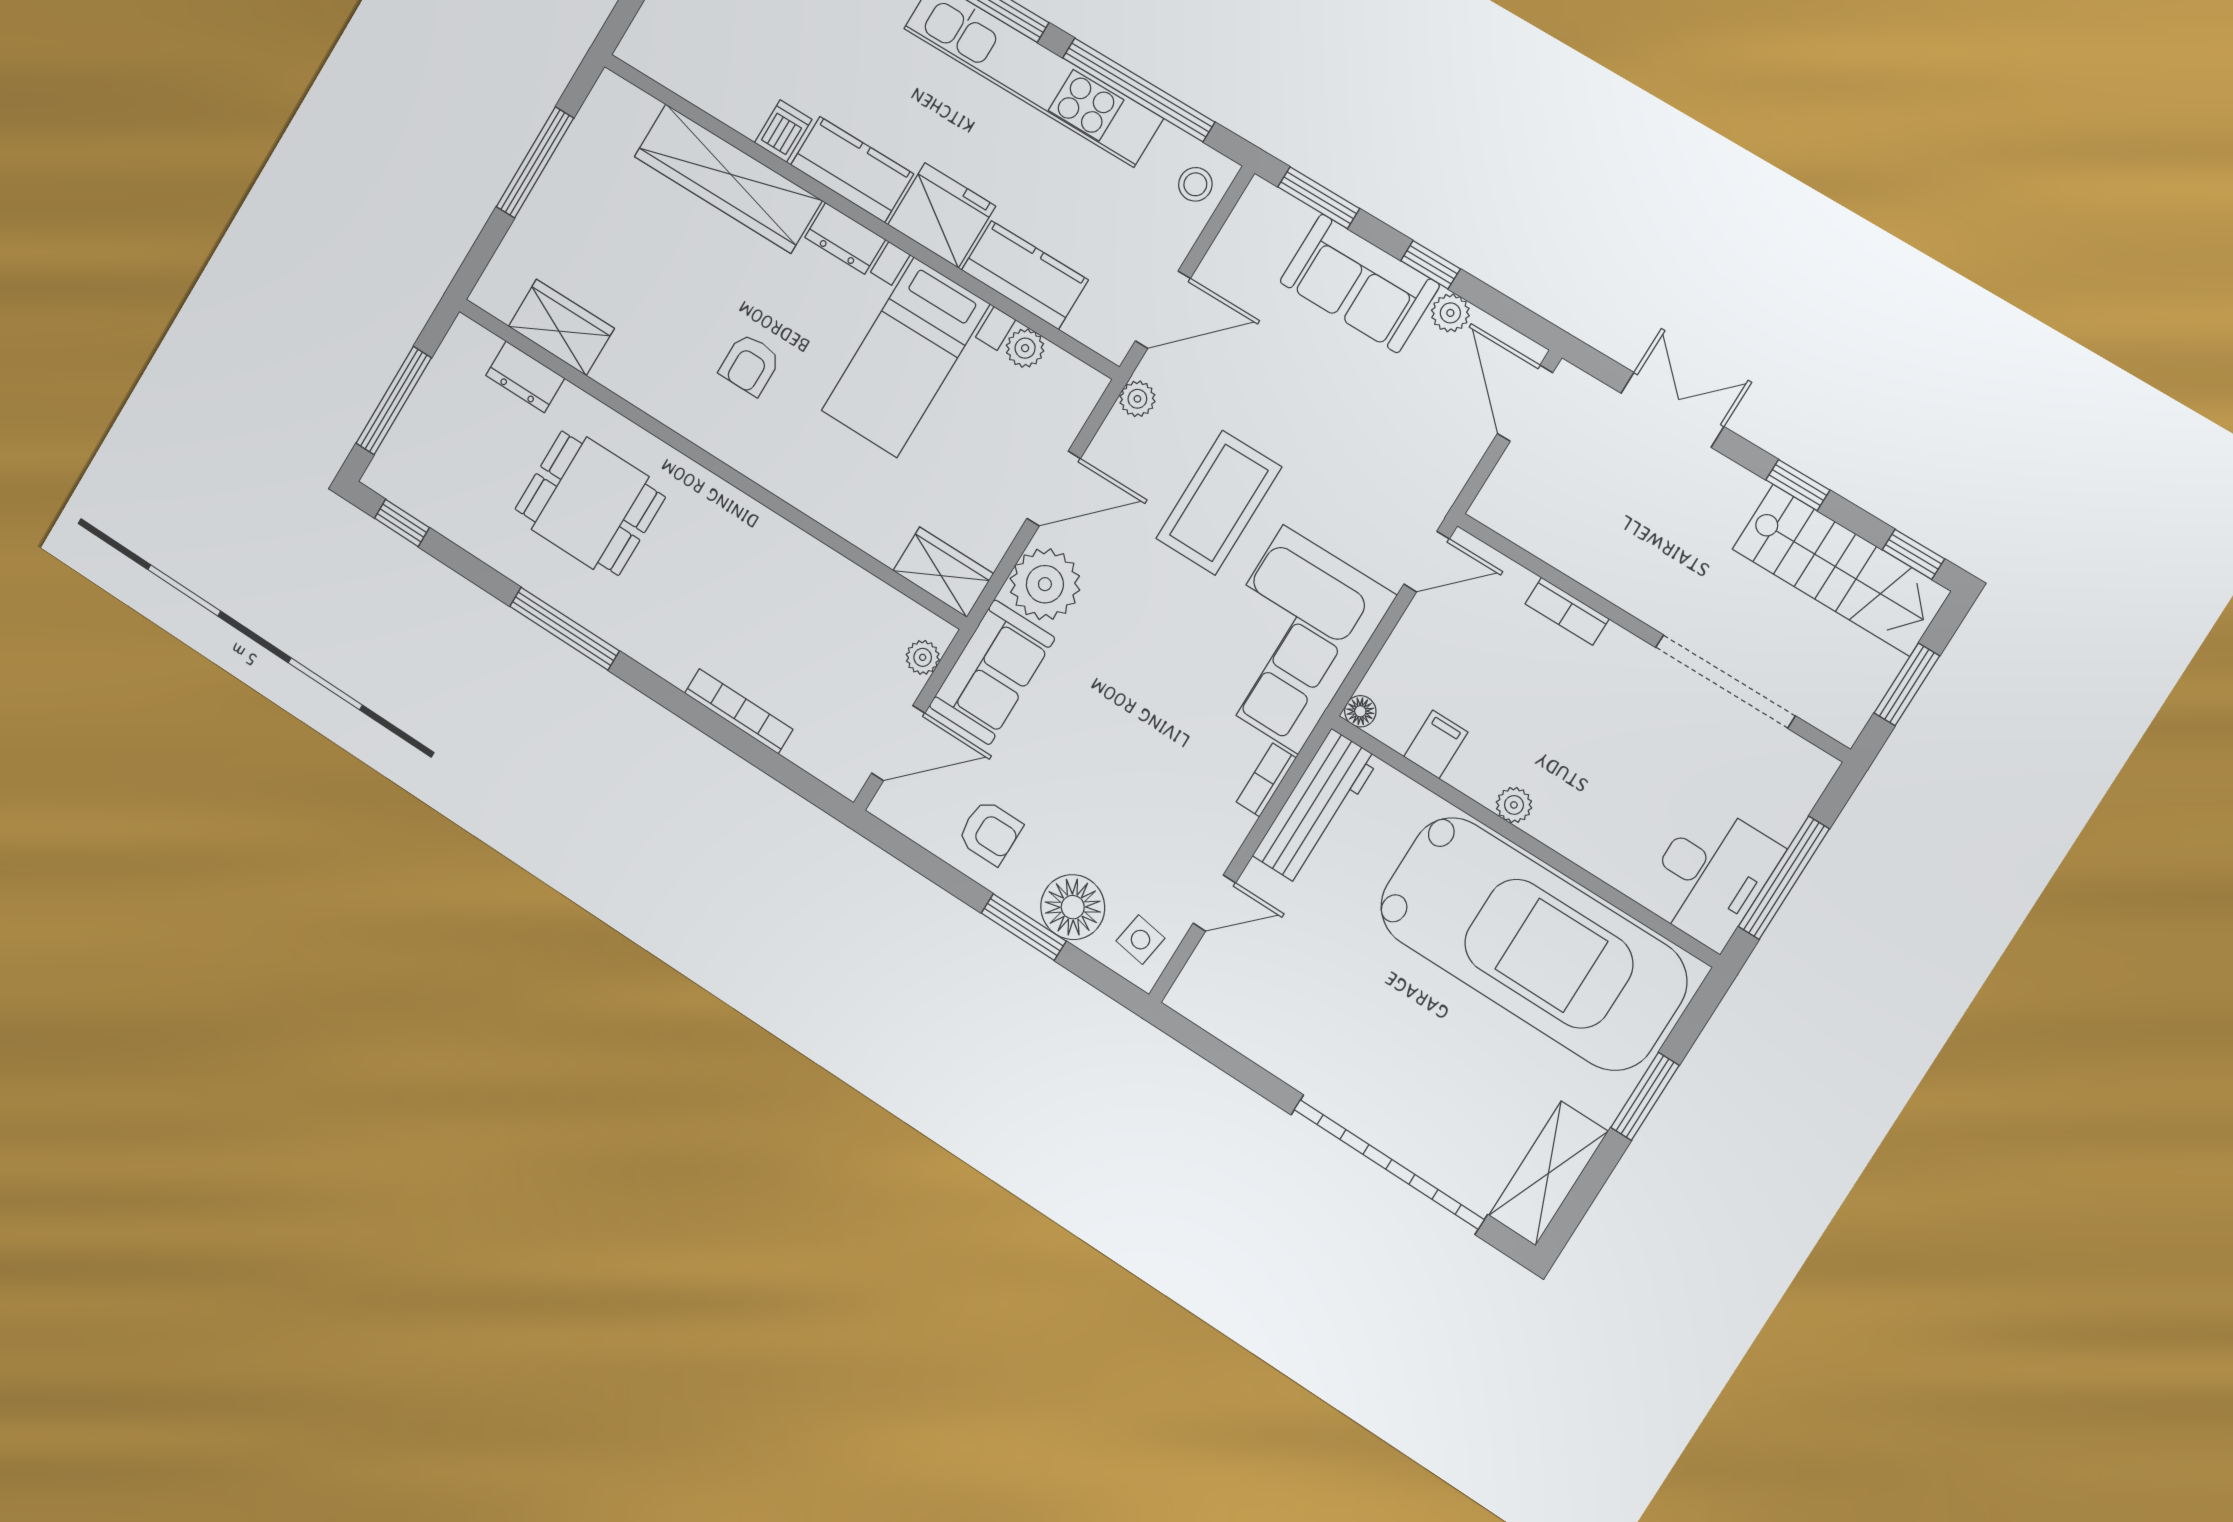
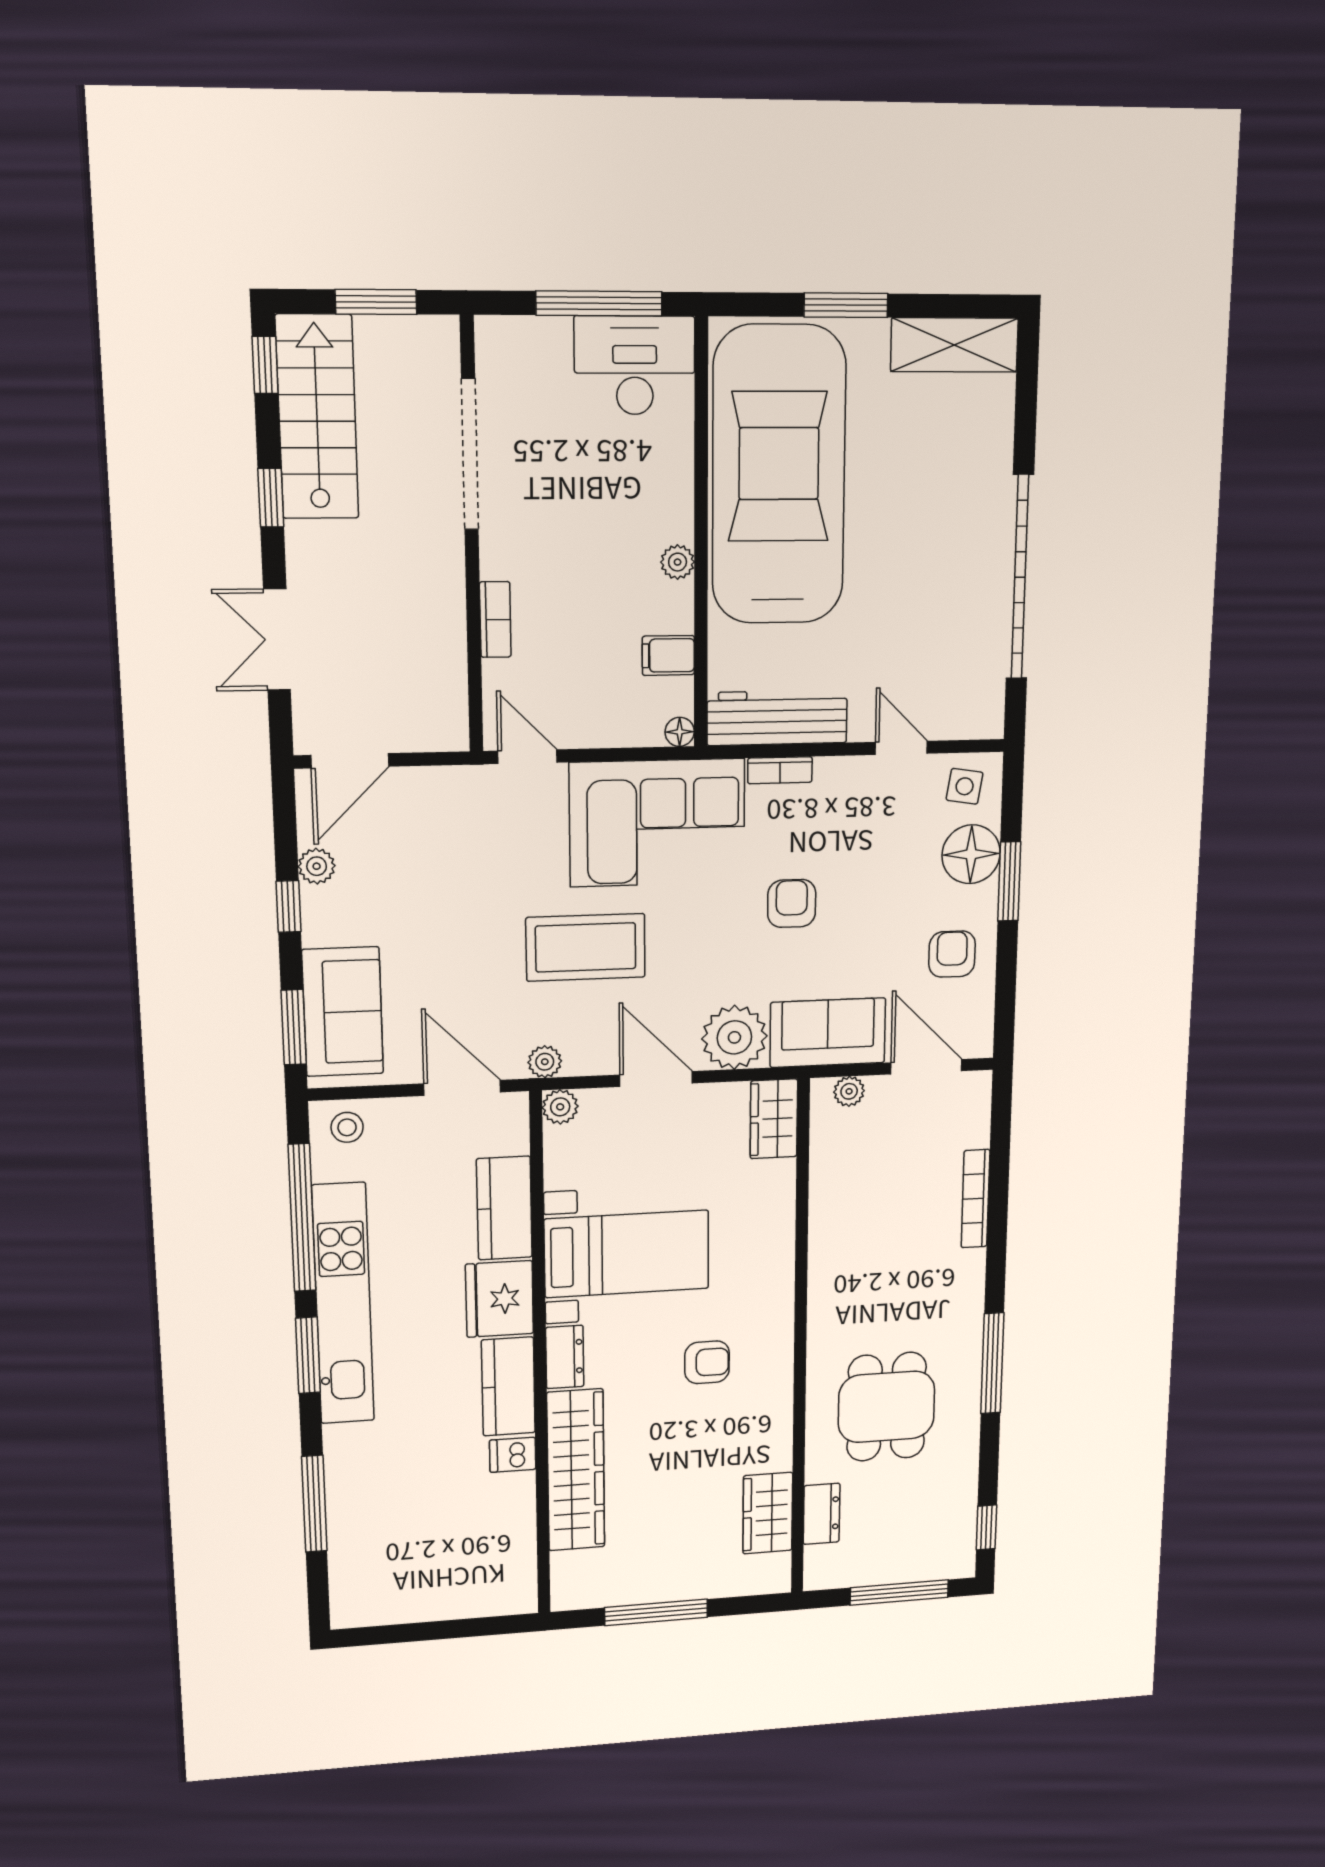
sofa: (1360, 283) -> (343, 1012), moved
plant: (1025, 348) -> (560, 1107), moved
armchair: (1136, 714) -> (792, 903), added
garage door: (1389, 1164) -> (1020, 577), moved

